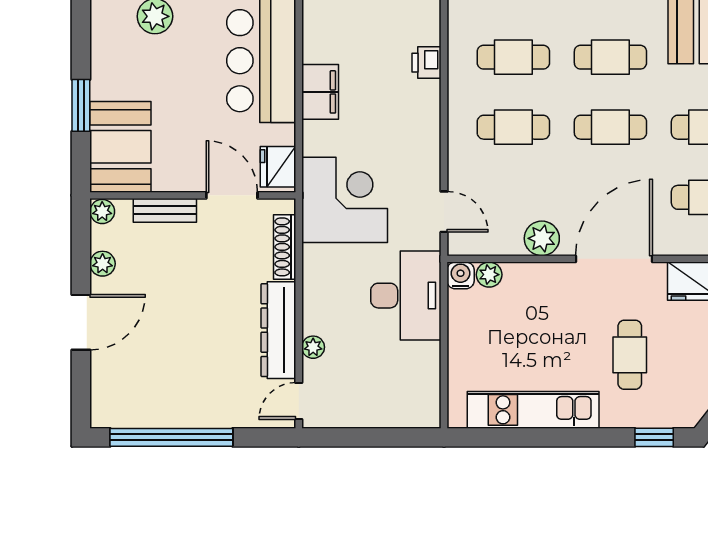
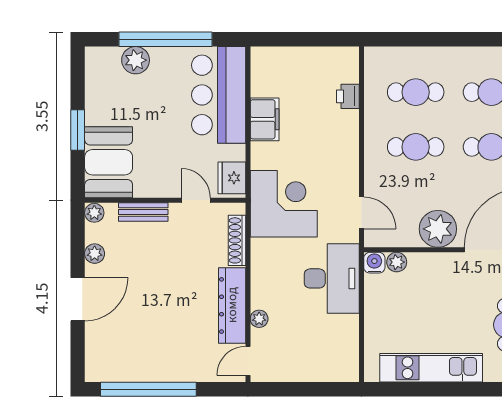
door: (232, 195) -> (196, 200), width x0.73
plant: (542, 238) -> (438, 229), width x1.36, depth x1.36

